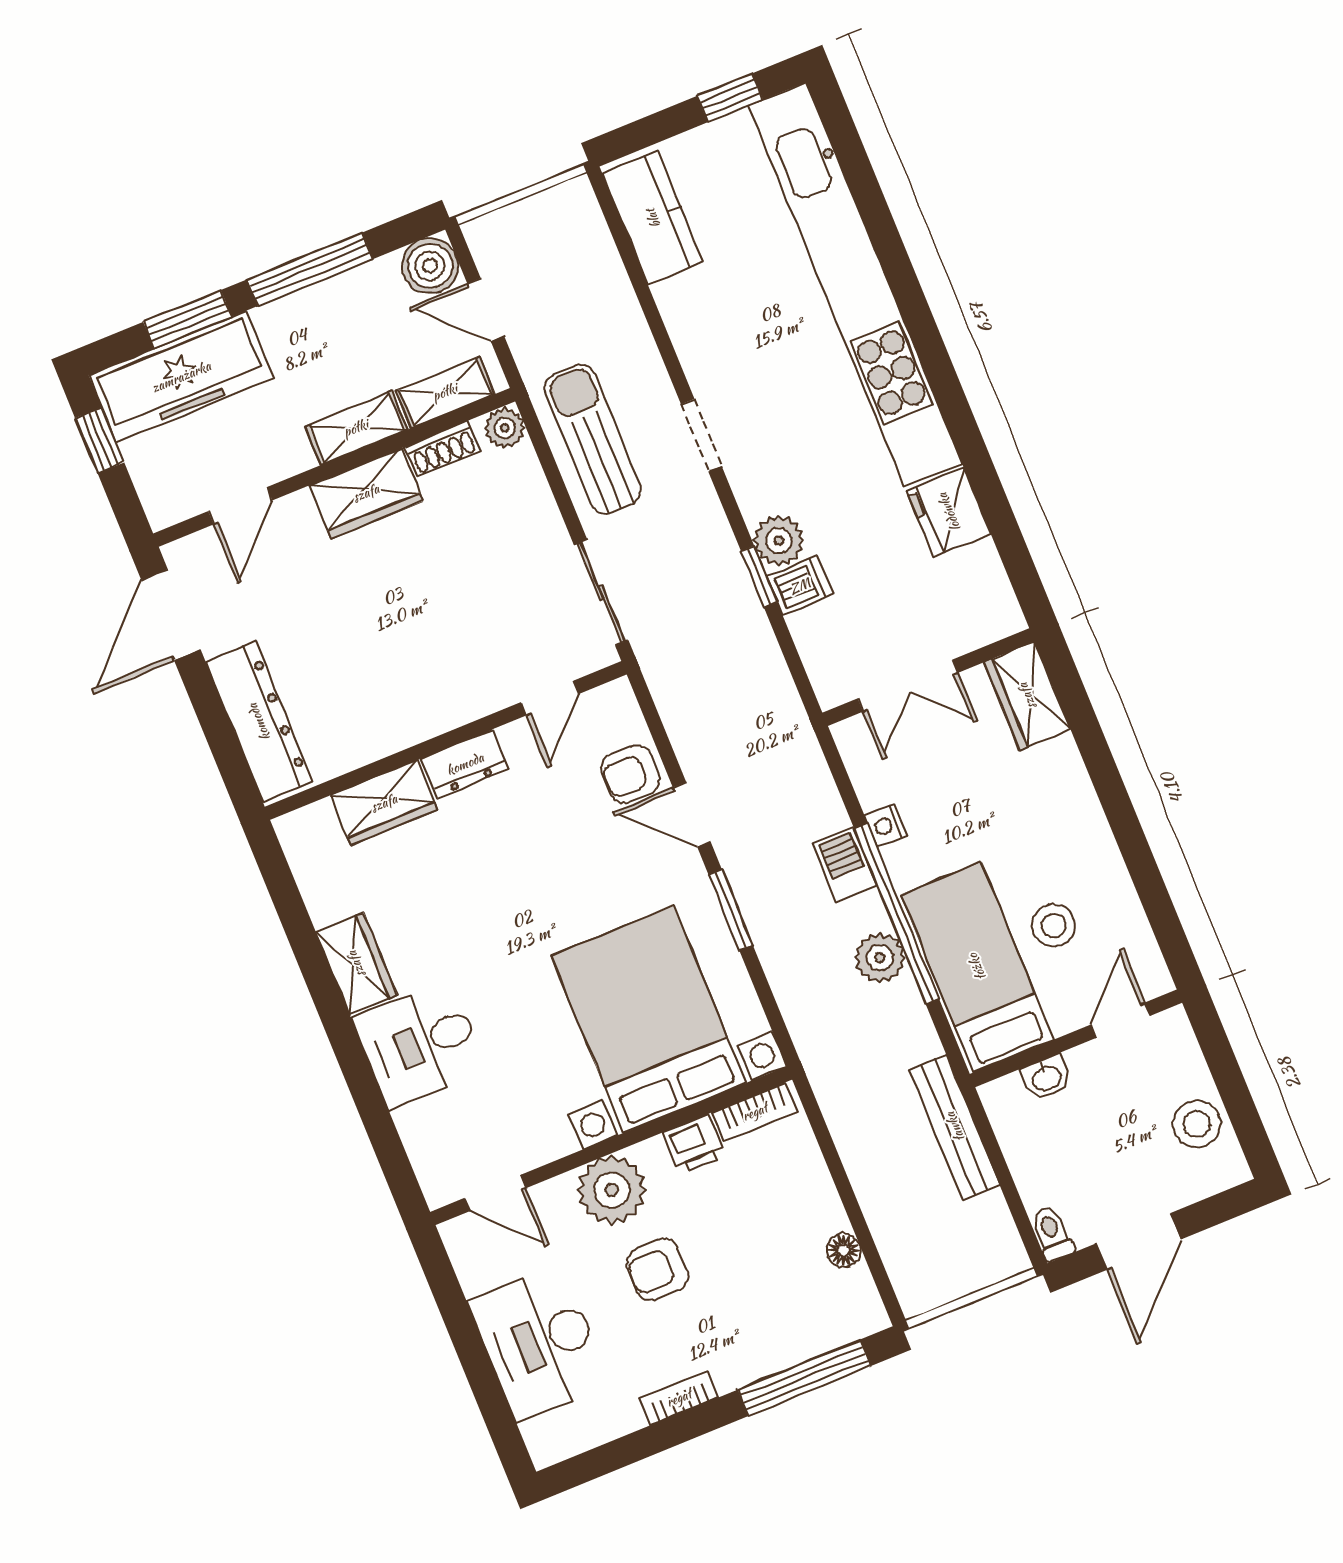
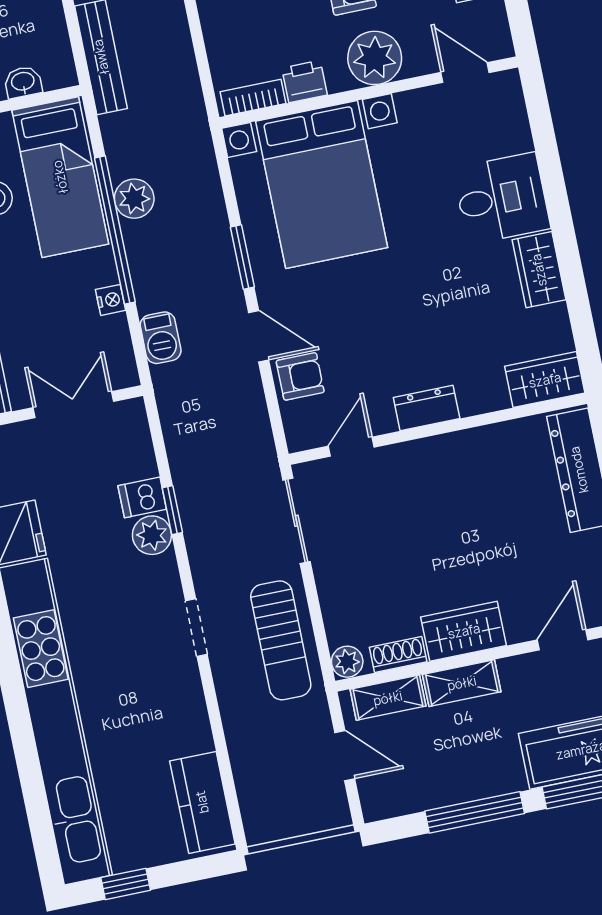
boiler: (430, 266) -> (381, 798), removed
wardrobe: (384, 803) -> (545, 380), moved
barbecue: (845, 865) -> (161, 338), moved

